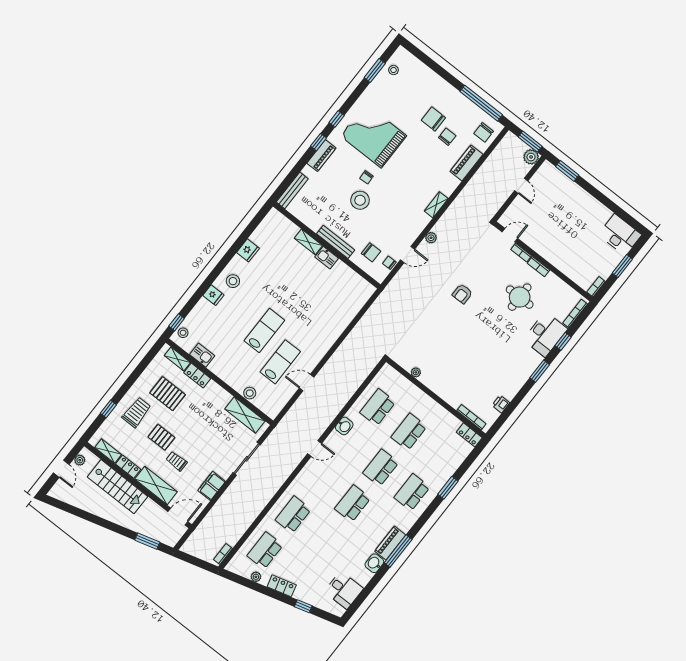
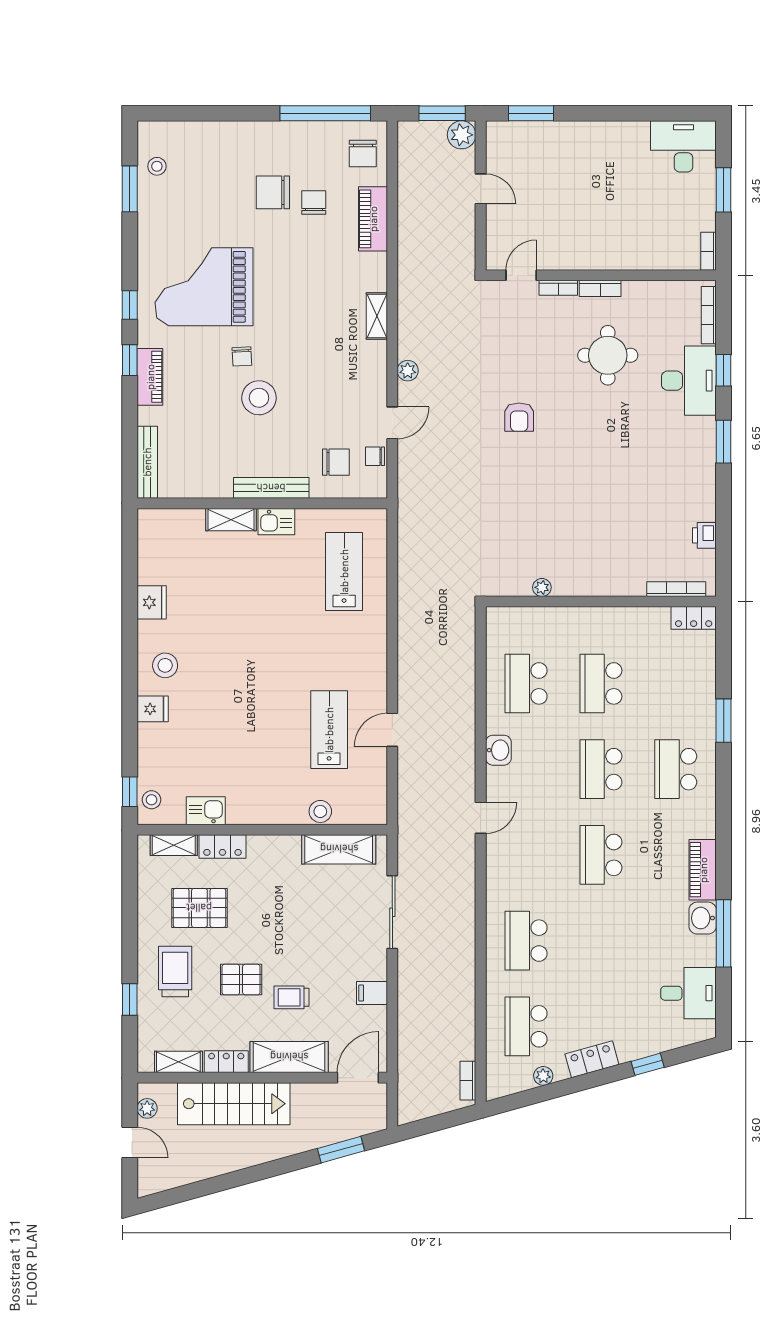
lab bench: (264, 331) -> (344, 572), moved
filing cabinet: (212, 486) -> (372, 993), width x0.50
window: (398, 551) -> (724, 933), moved

